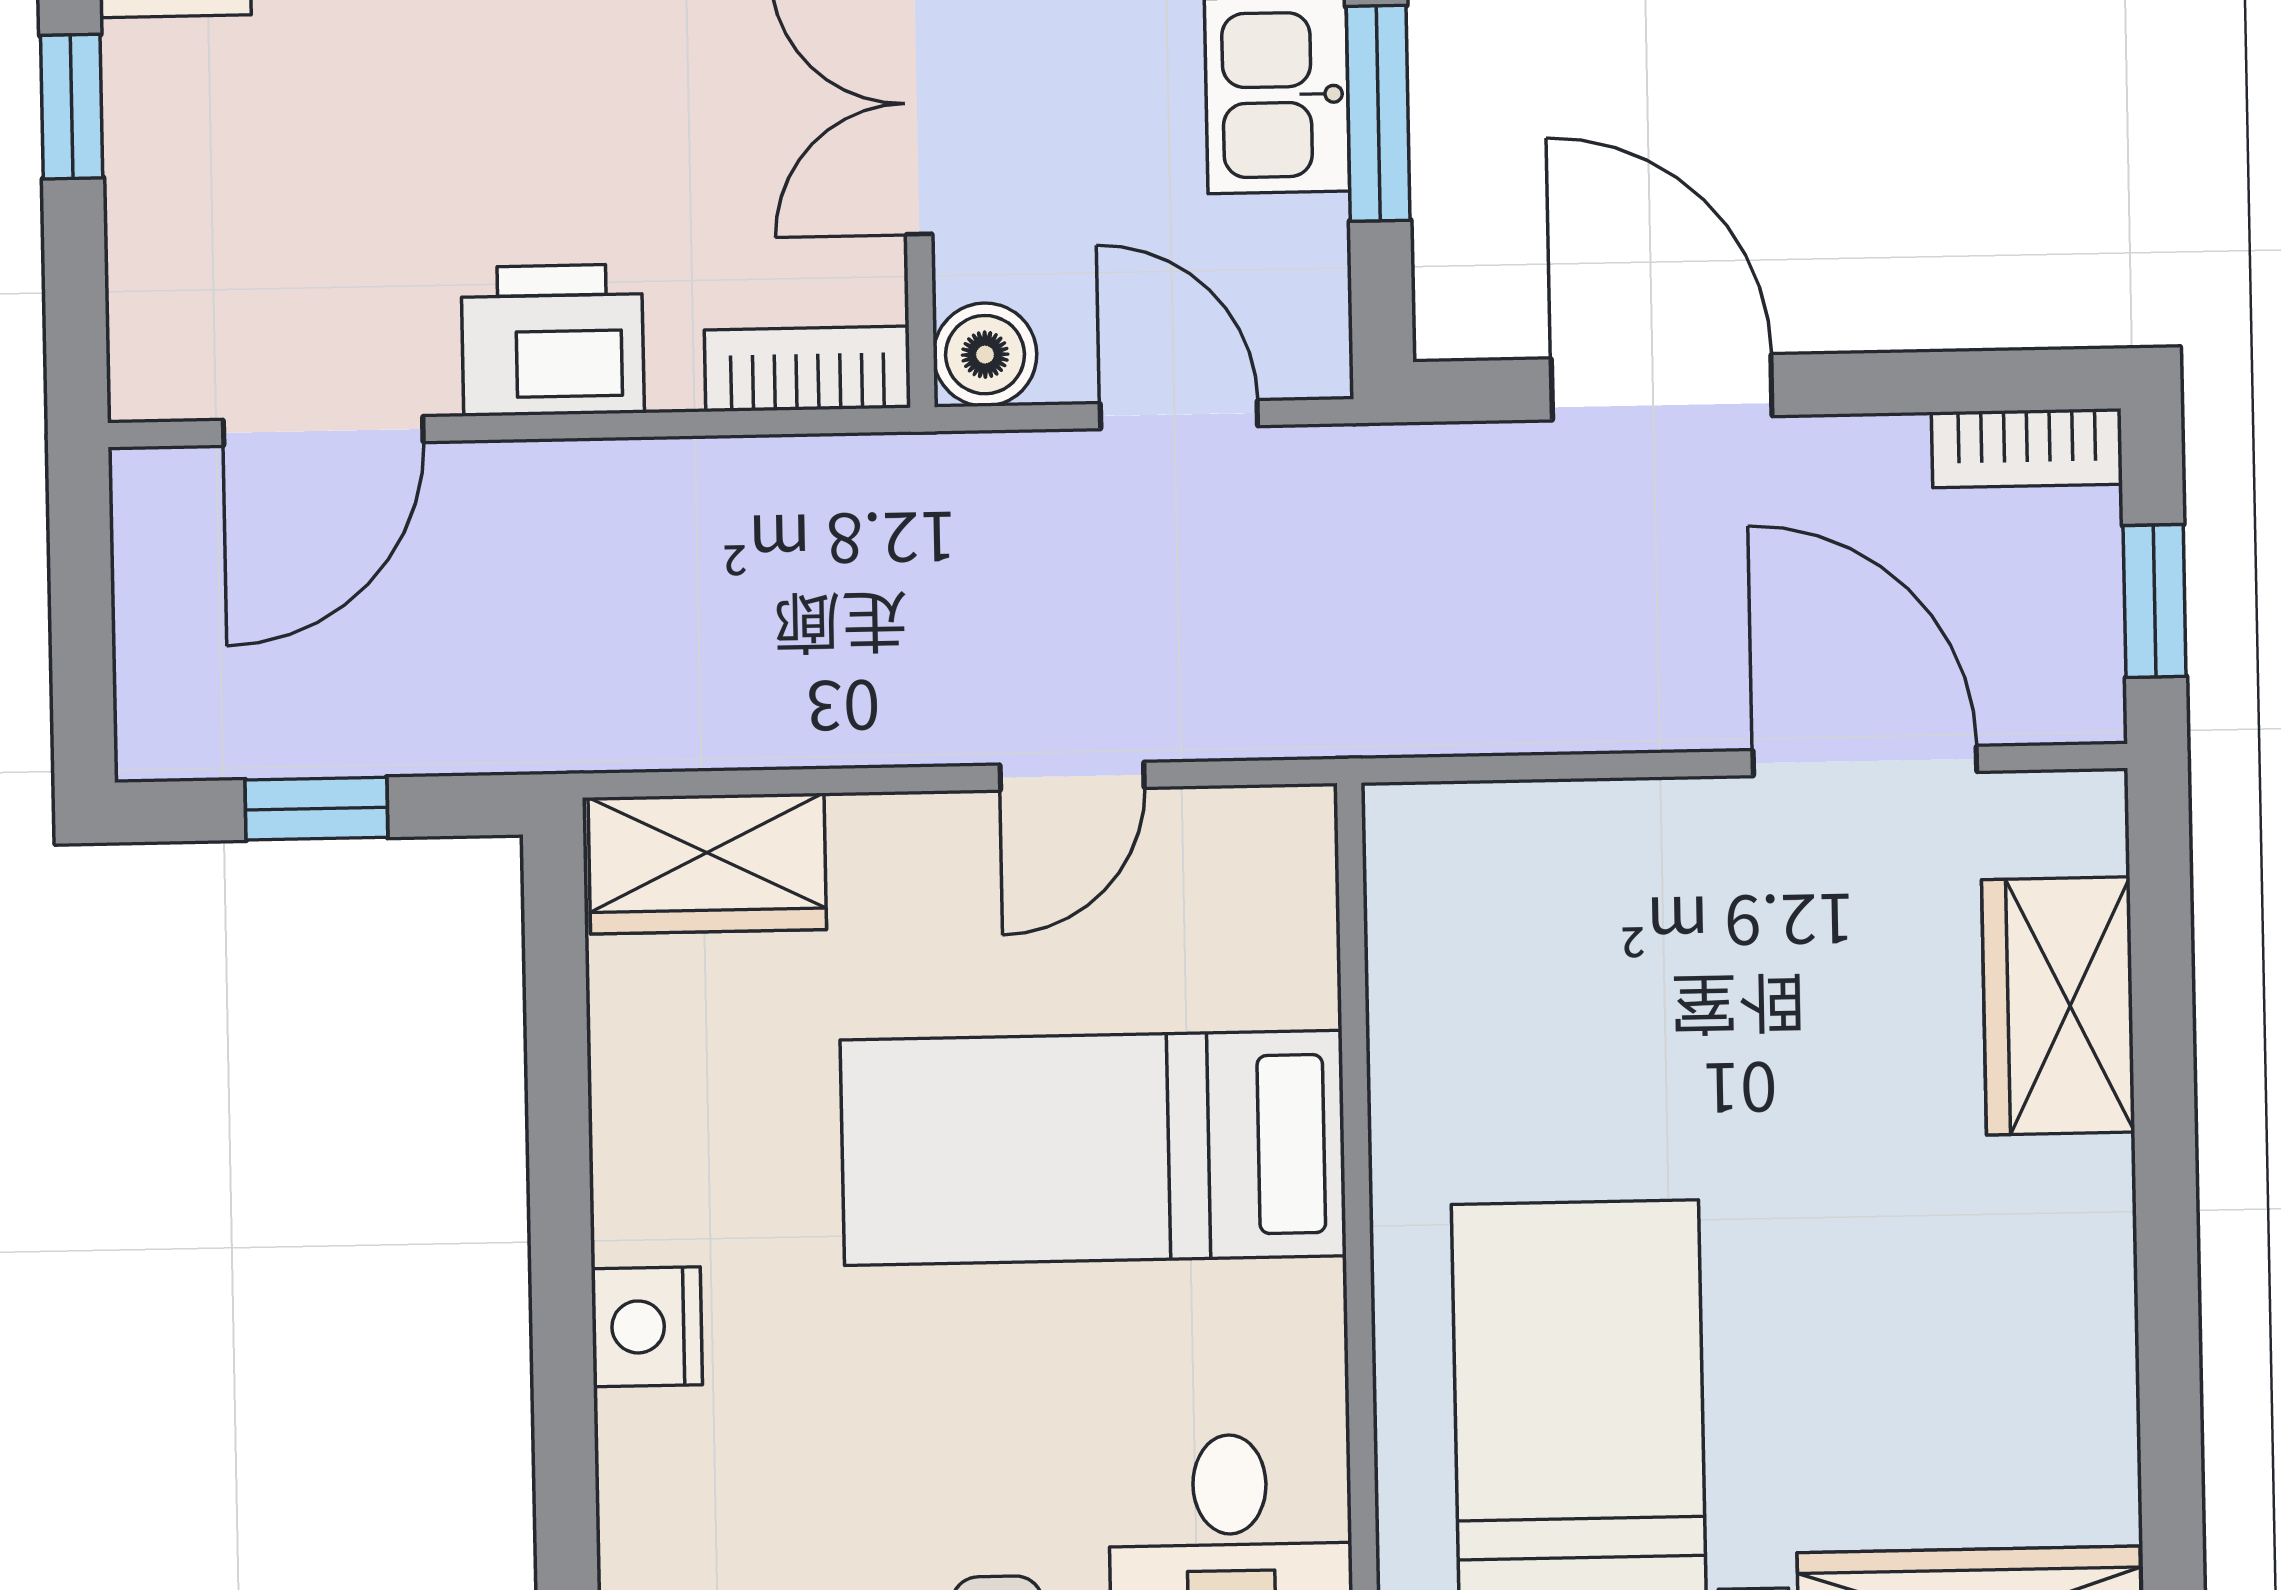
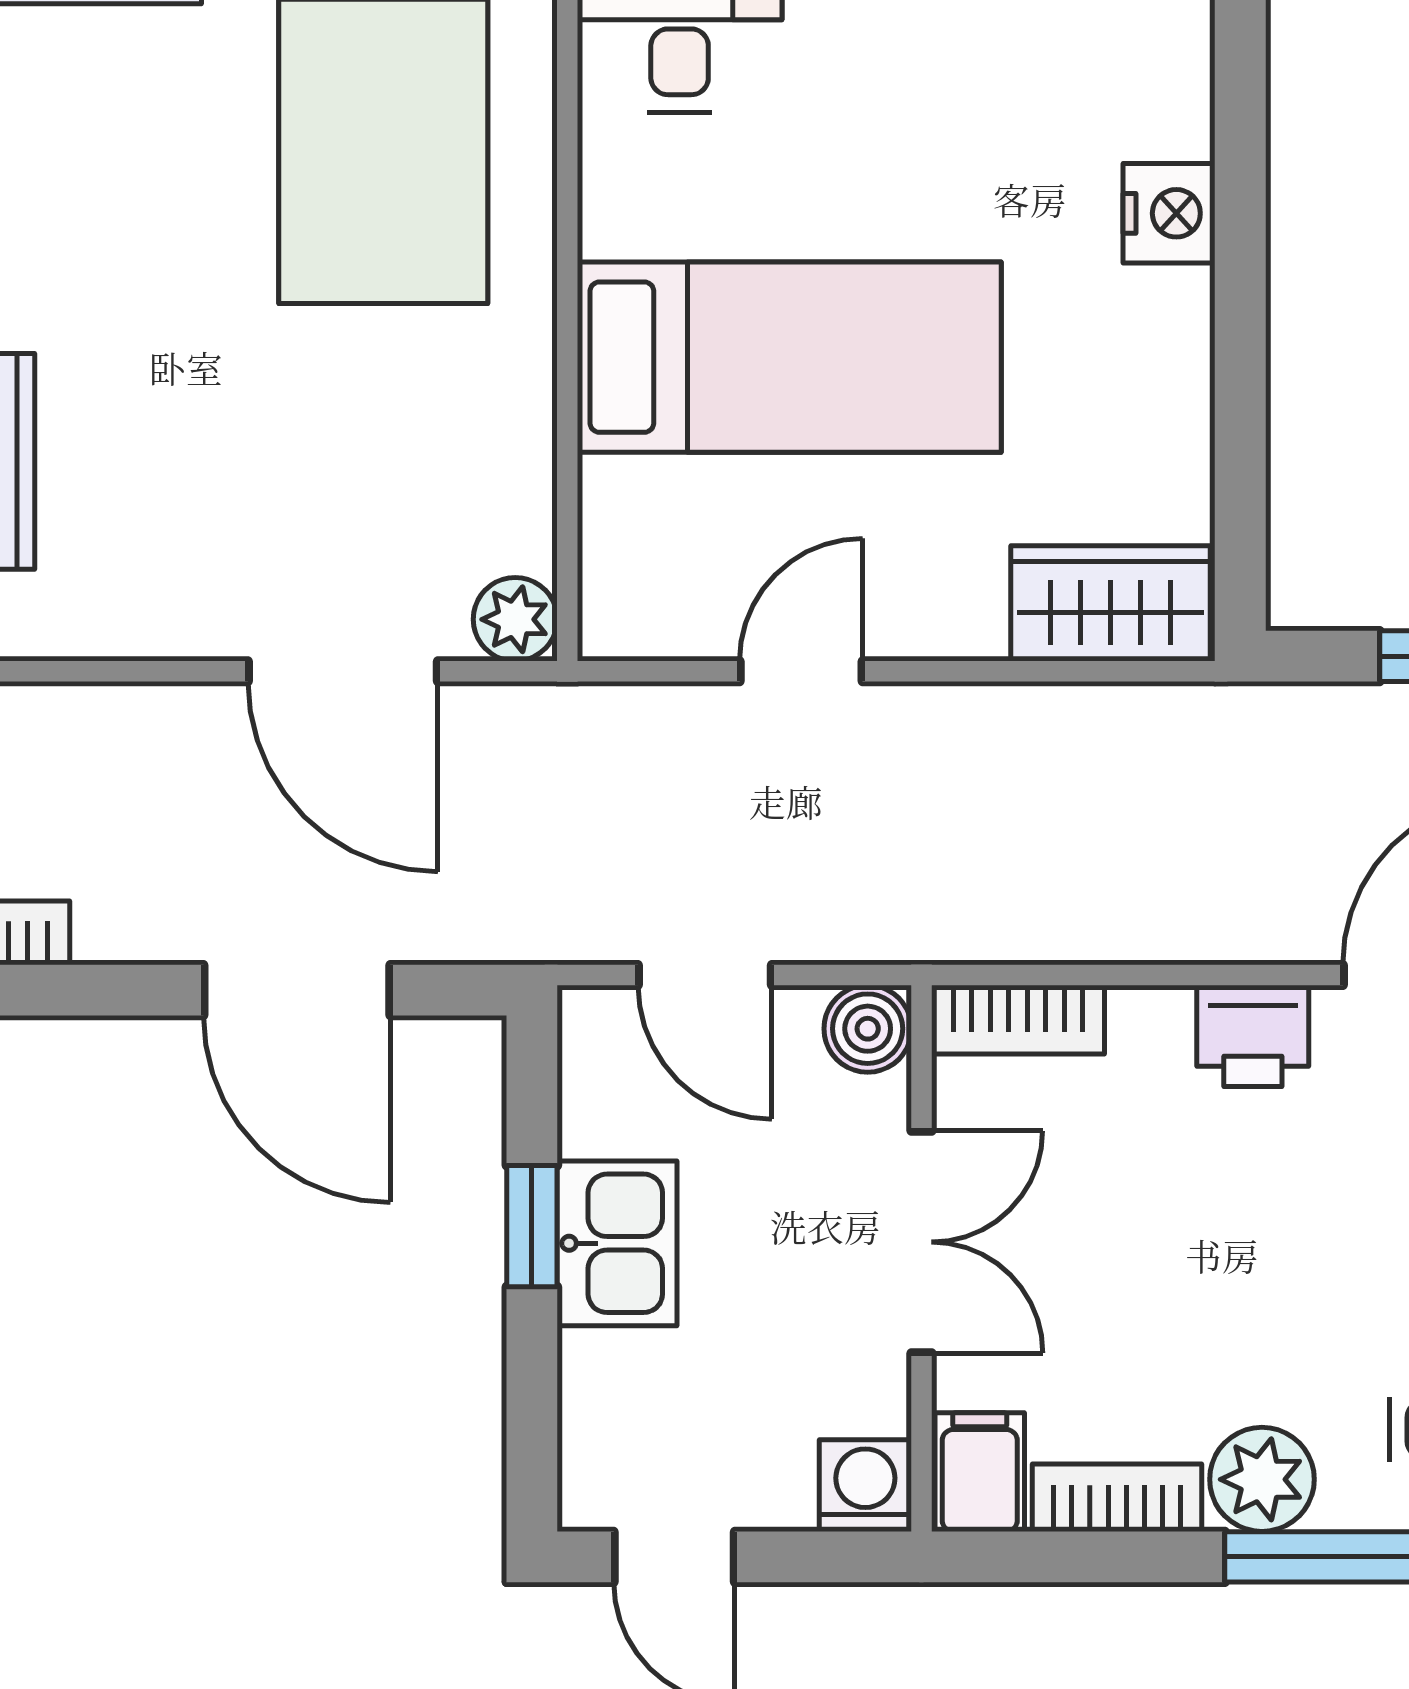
window: (1378, 113) -> (532, 1226), width x0.67
printer: (553, 340) -> (1253, 1036), width x0.73, depth x0.81
door: (1865, 761) -> (343, 671), moved
plant: (1412, 831) -> (515, 619), added

